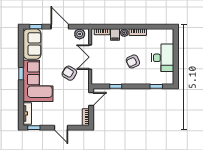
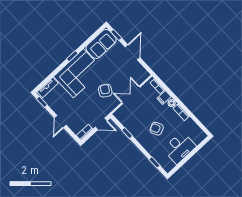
plant: (80, 34) -> (141, 72), removed

